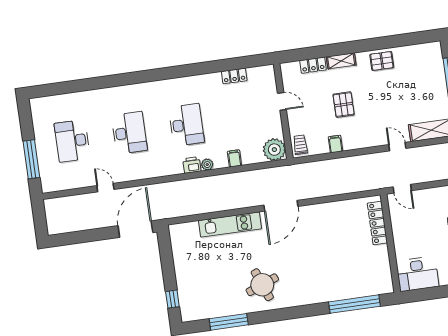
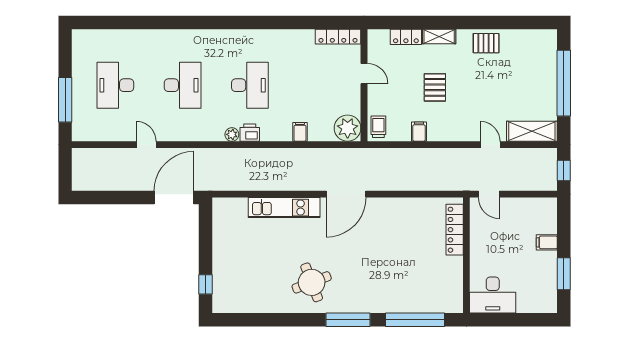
locker: (234, 76) -> (338, 37), moved, width x1.53
plant: (207, 165) -> (232, 134), moved
window: (229, 322) -> (348, 320), moved

